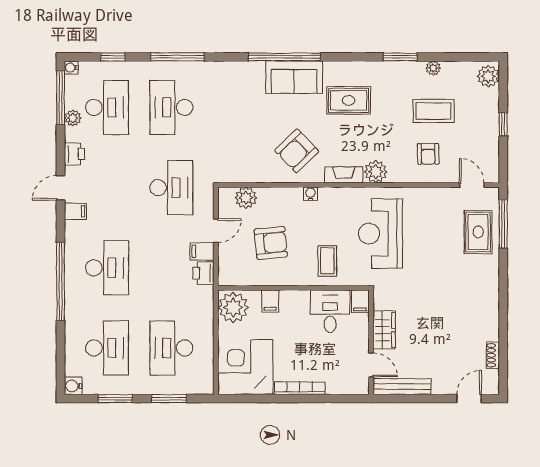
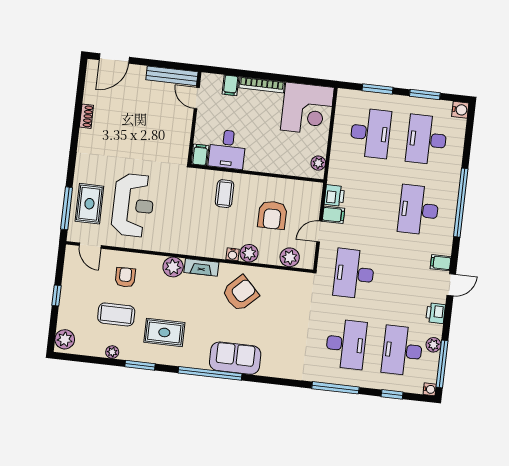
window: (284, 57) -> (210, 373), moved
rug: (349, 100) -> (164, 332), moved
plant: (292, 197) -> (249, 253), added
reception desk: (380, 234) -> (133, 205), moved
armchair: (271, 243) -> (272, 215), turned -84
filing cabinet: (270, 301) -> (230, 85), moved, turned 180
plant: (233, 307) -> (318, 163), width x0.53, depth x0.53
wardrobe: (384, 330) -> (182, 127), removed
shoe rack: (493, 355) -> (86, 116), moved
door: (469, 399) -> (114, 59), width x1.38

